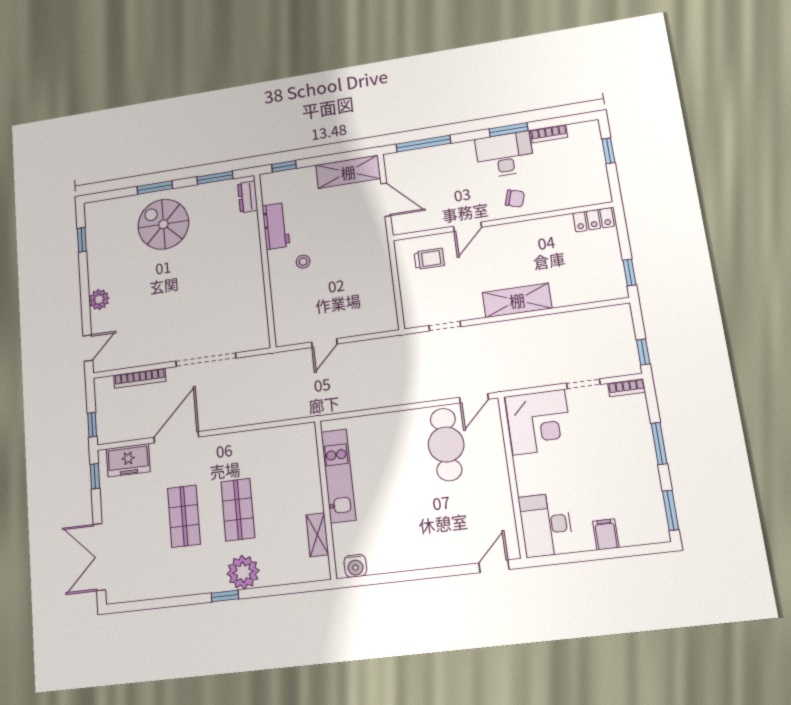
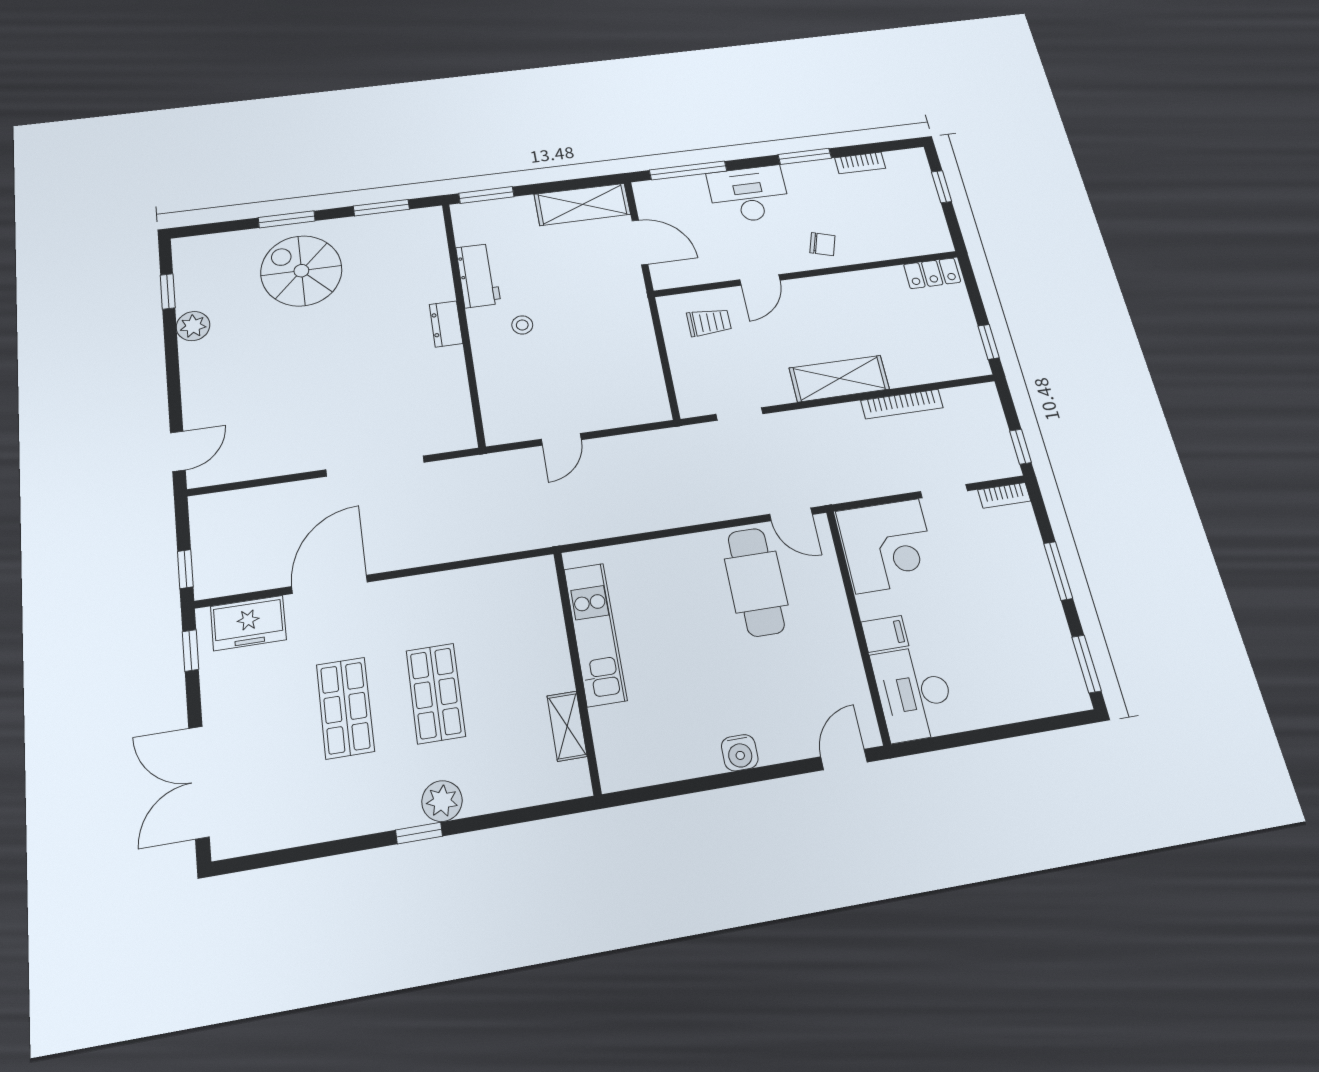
desk: (504, 155) -> (749, 194), moved
window: (284, 166) -> (486, 195), width x1.50
dresser: (248, 197) -> (446, 324), moved
plant: (99, 299) -> (193, 326), moved
bookcase: (140, 378) -> (902, 404), moved
door: (474, 398) -> (791, 514), hinge flipped
filing cabinet: (606, 534) -> (885, 634), moved, turned 90
water cooler: (355, 566) -> (740, 753), moved
plant: (243, 572) -> (442, 801), width x0.73, depth x0.73

